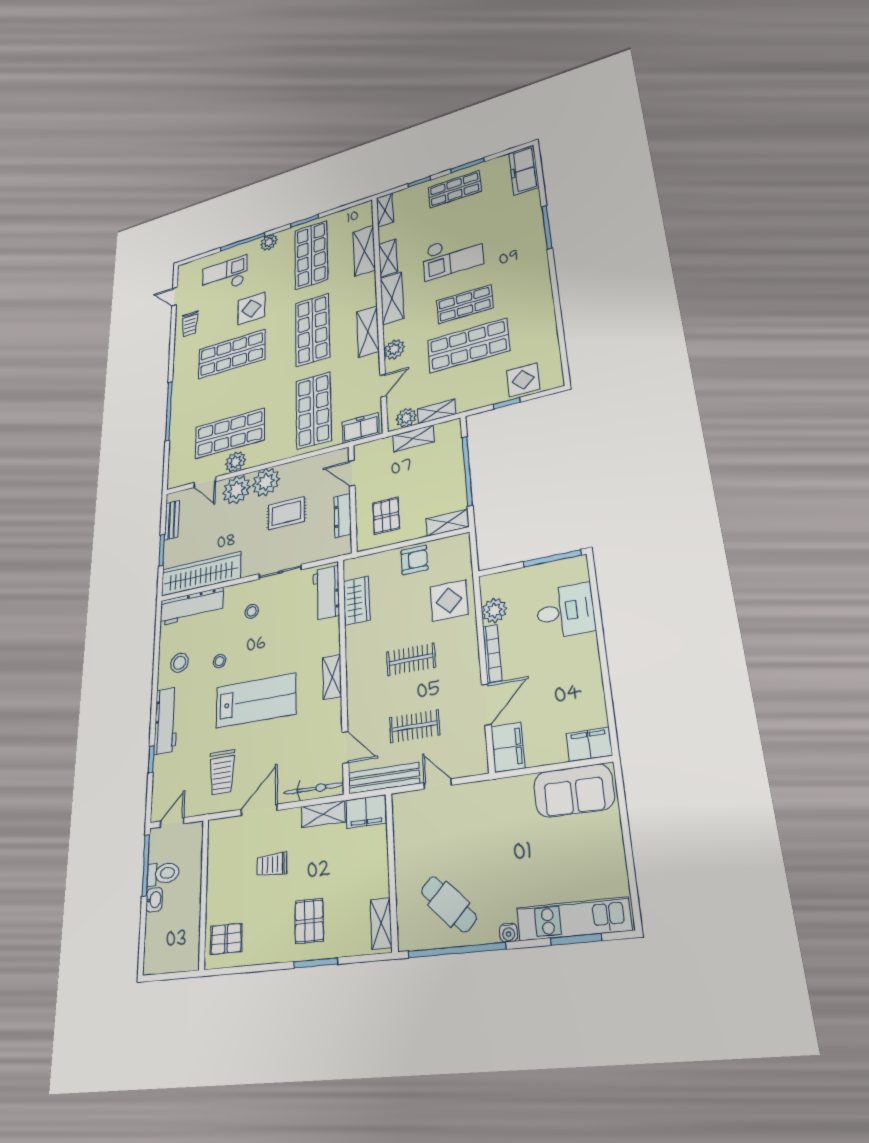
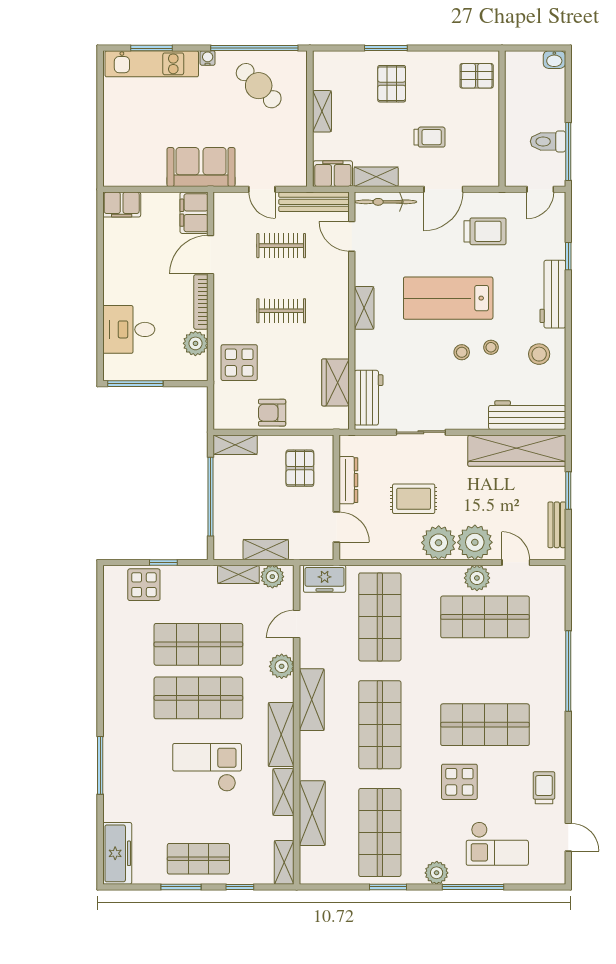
shop shelf: (465, 304) -> (198, 698), width x1.43, depth x1.36
stool: (252, 611) -> (462, 352), moved
trolley: (222, 772) -> (485, 231), turned 90
sofa: (574, 791) -> (201, 167), moved
washbasin: (154, 900) -> (554, 60), moved, turned -90
shelving: (381, 923) -> (322, 111), moved

